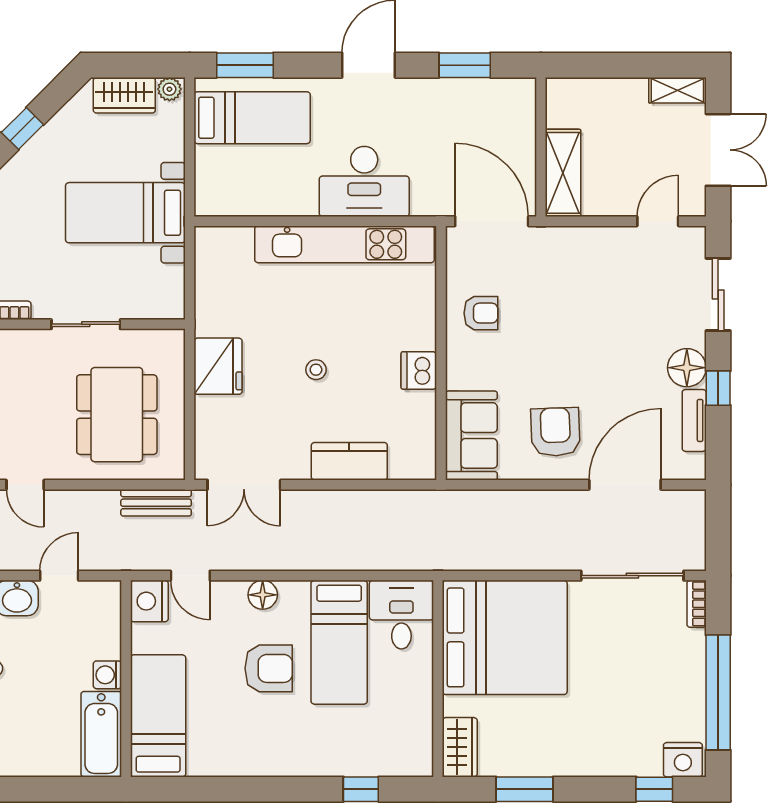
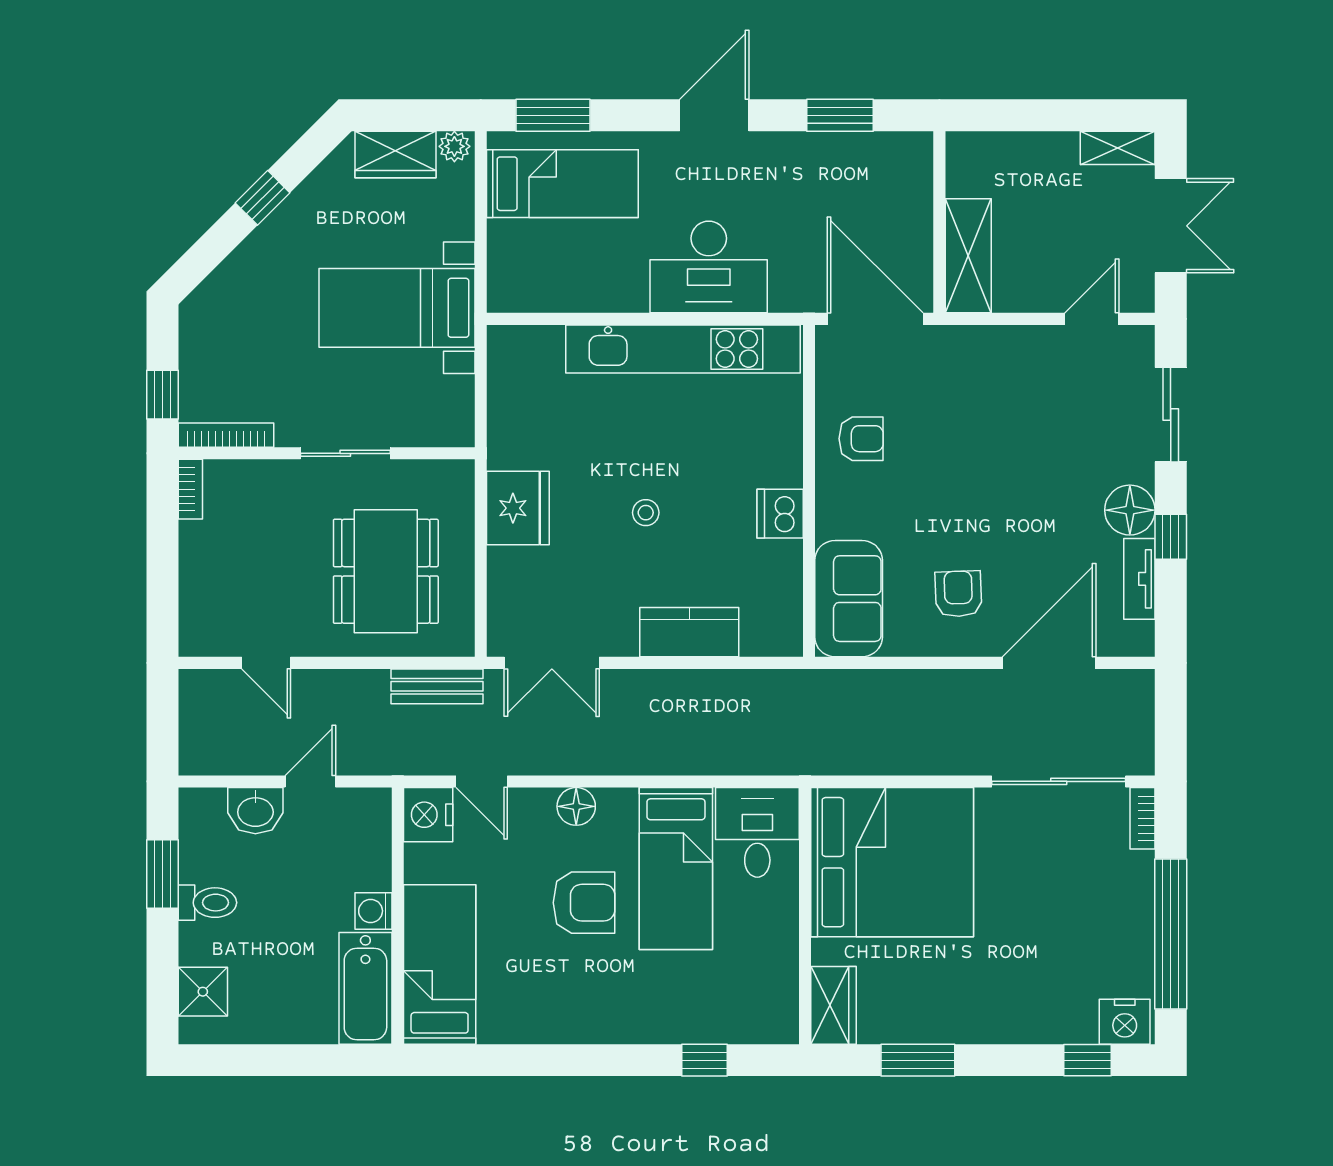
armchair: (555, 432) -> (958, 594), width x0.72, depth x0.72

